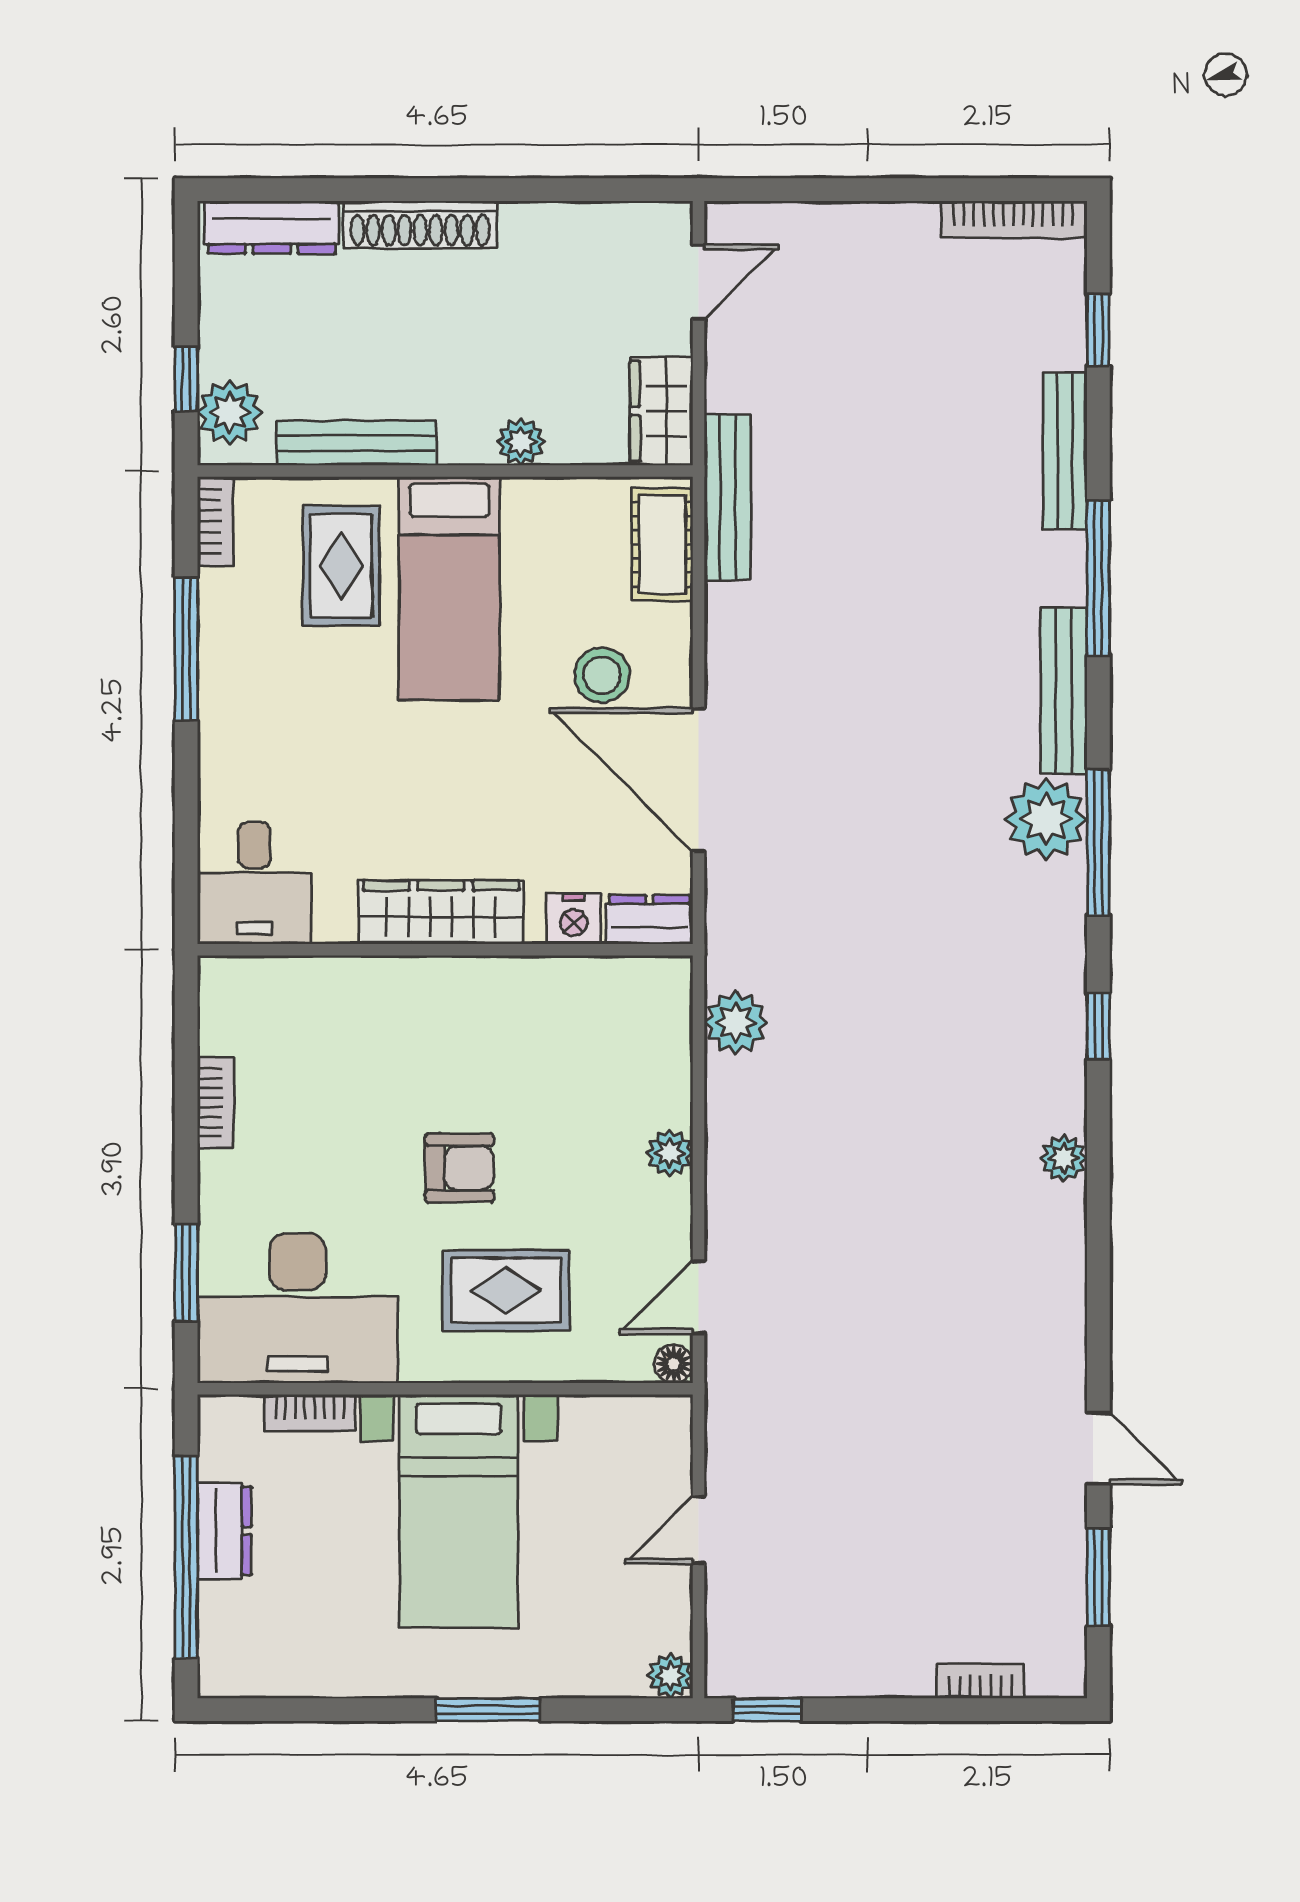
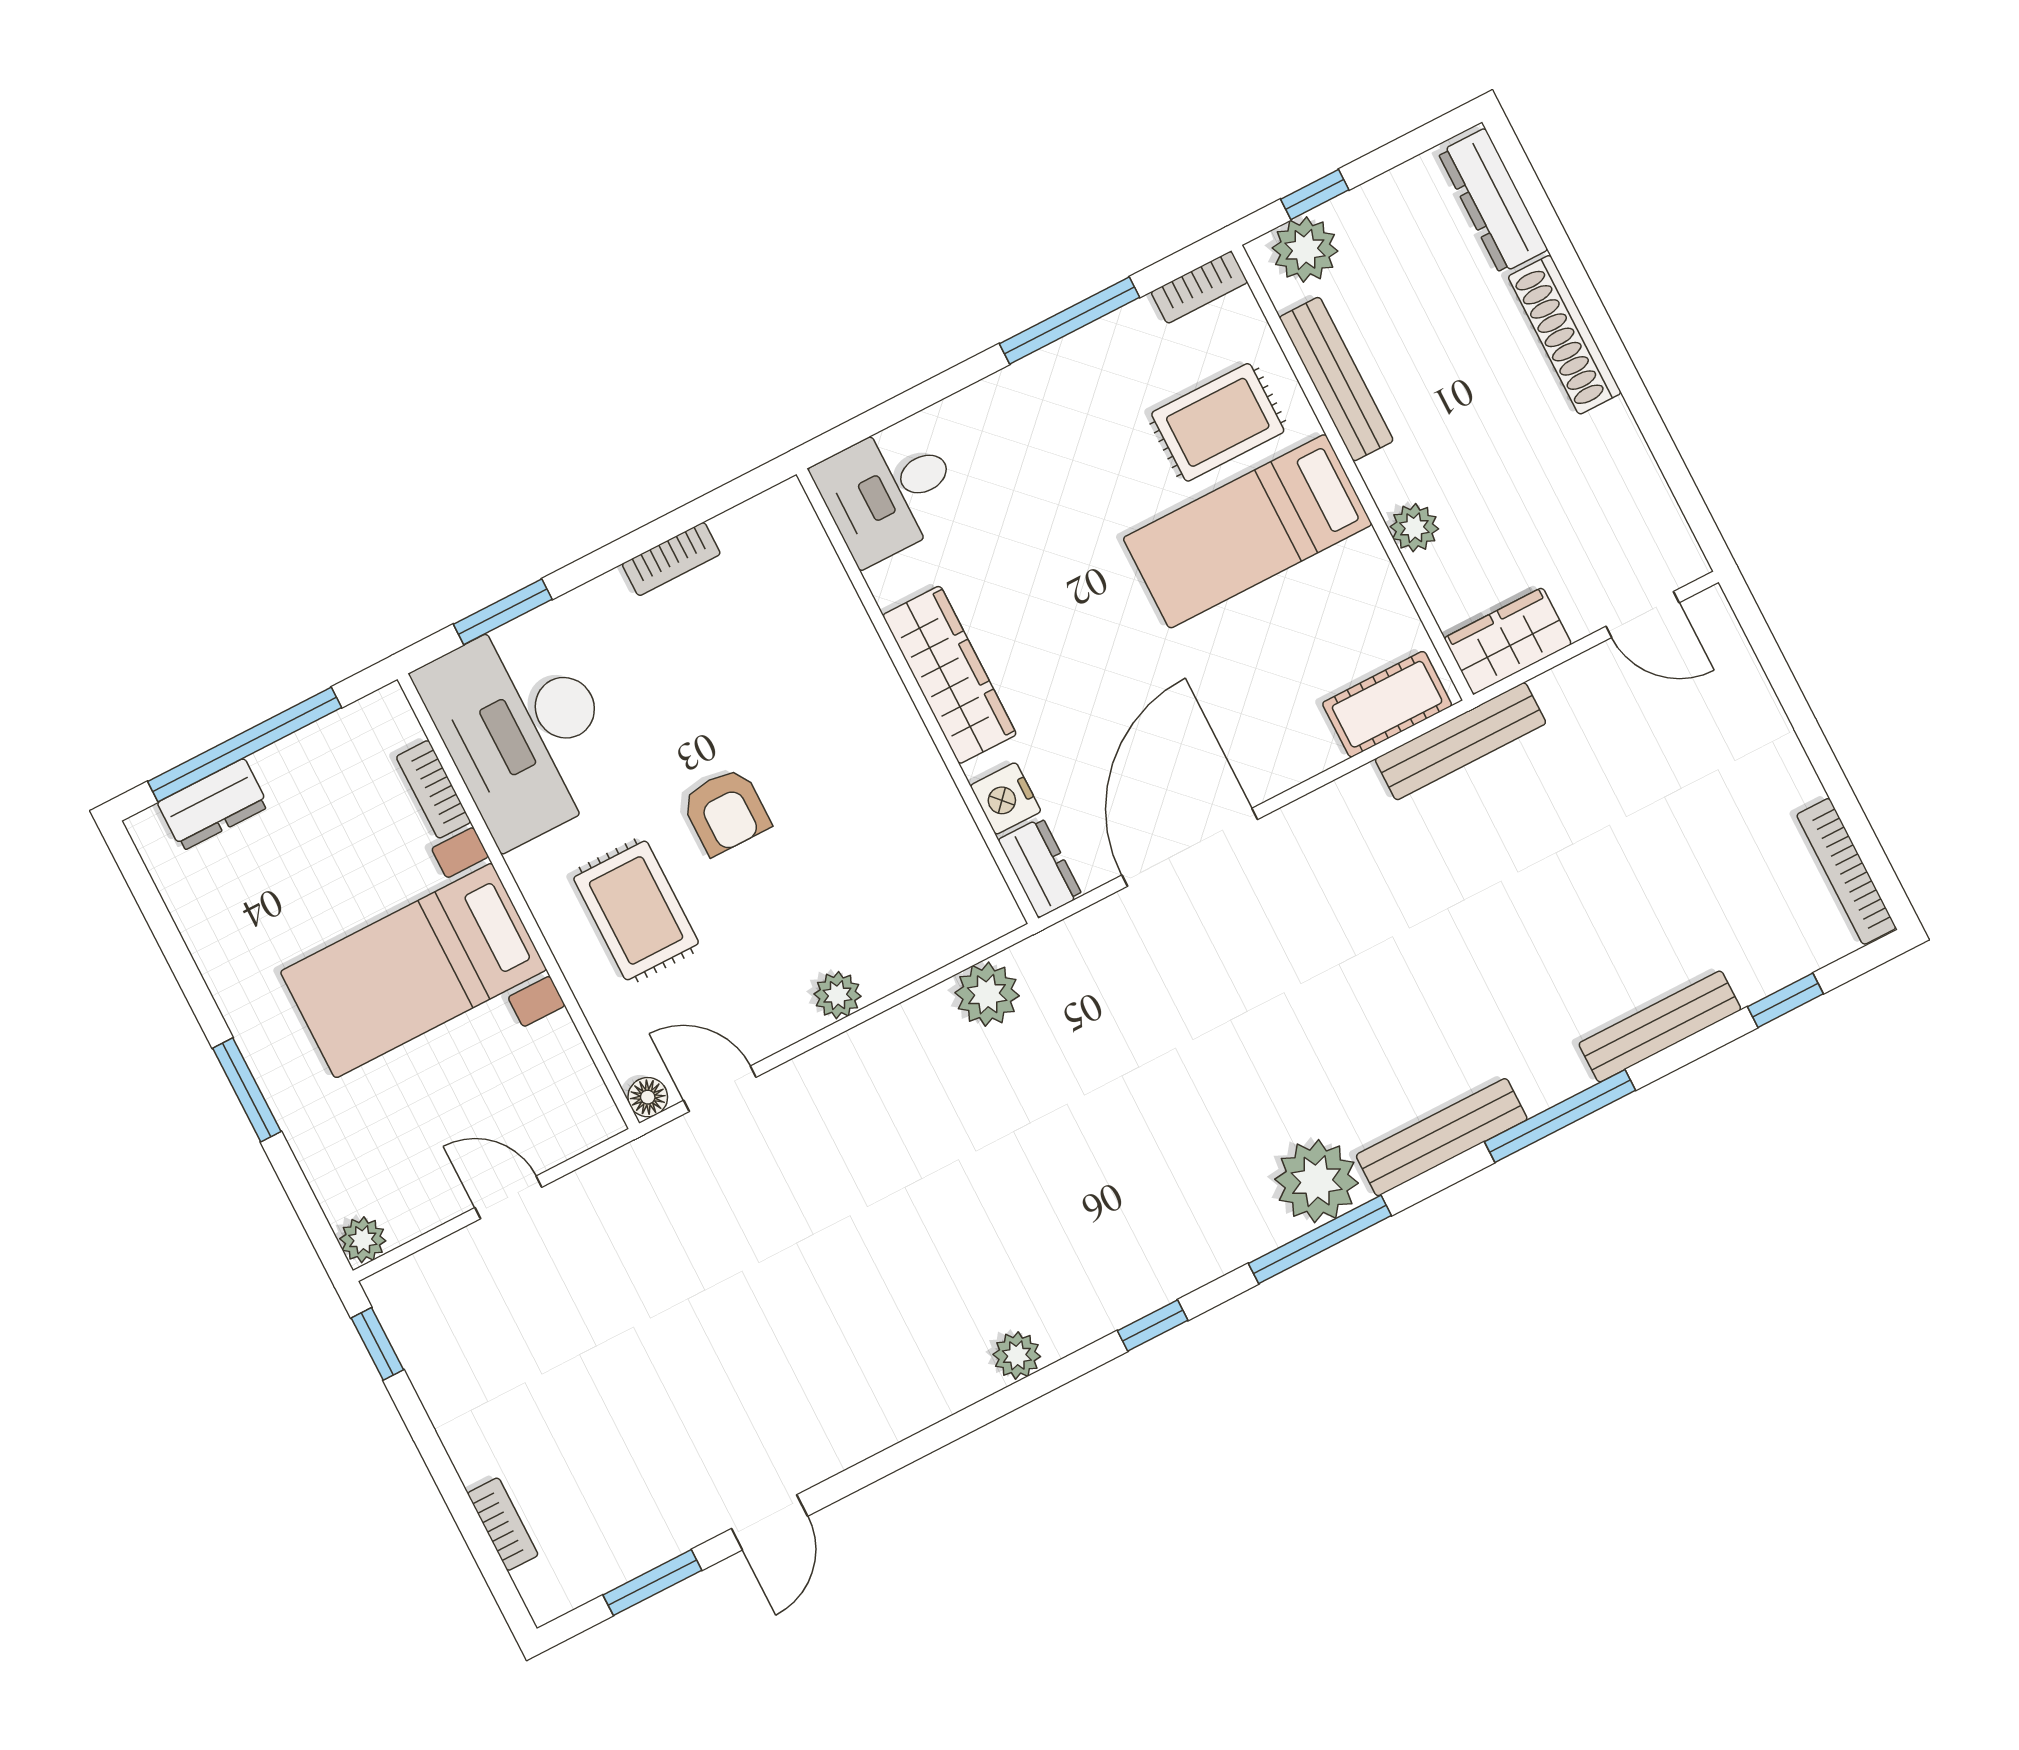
stool: (602, 675) -> (1240, 710), removed
dresser: (225, 1531) -> (213, 805), moved

